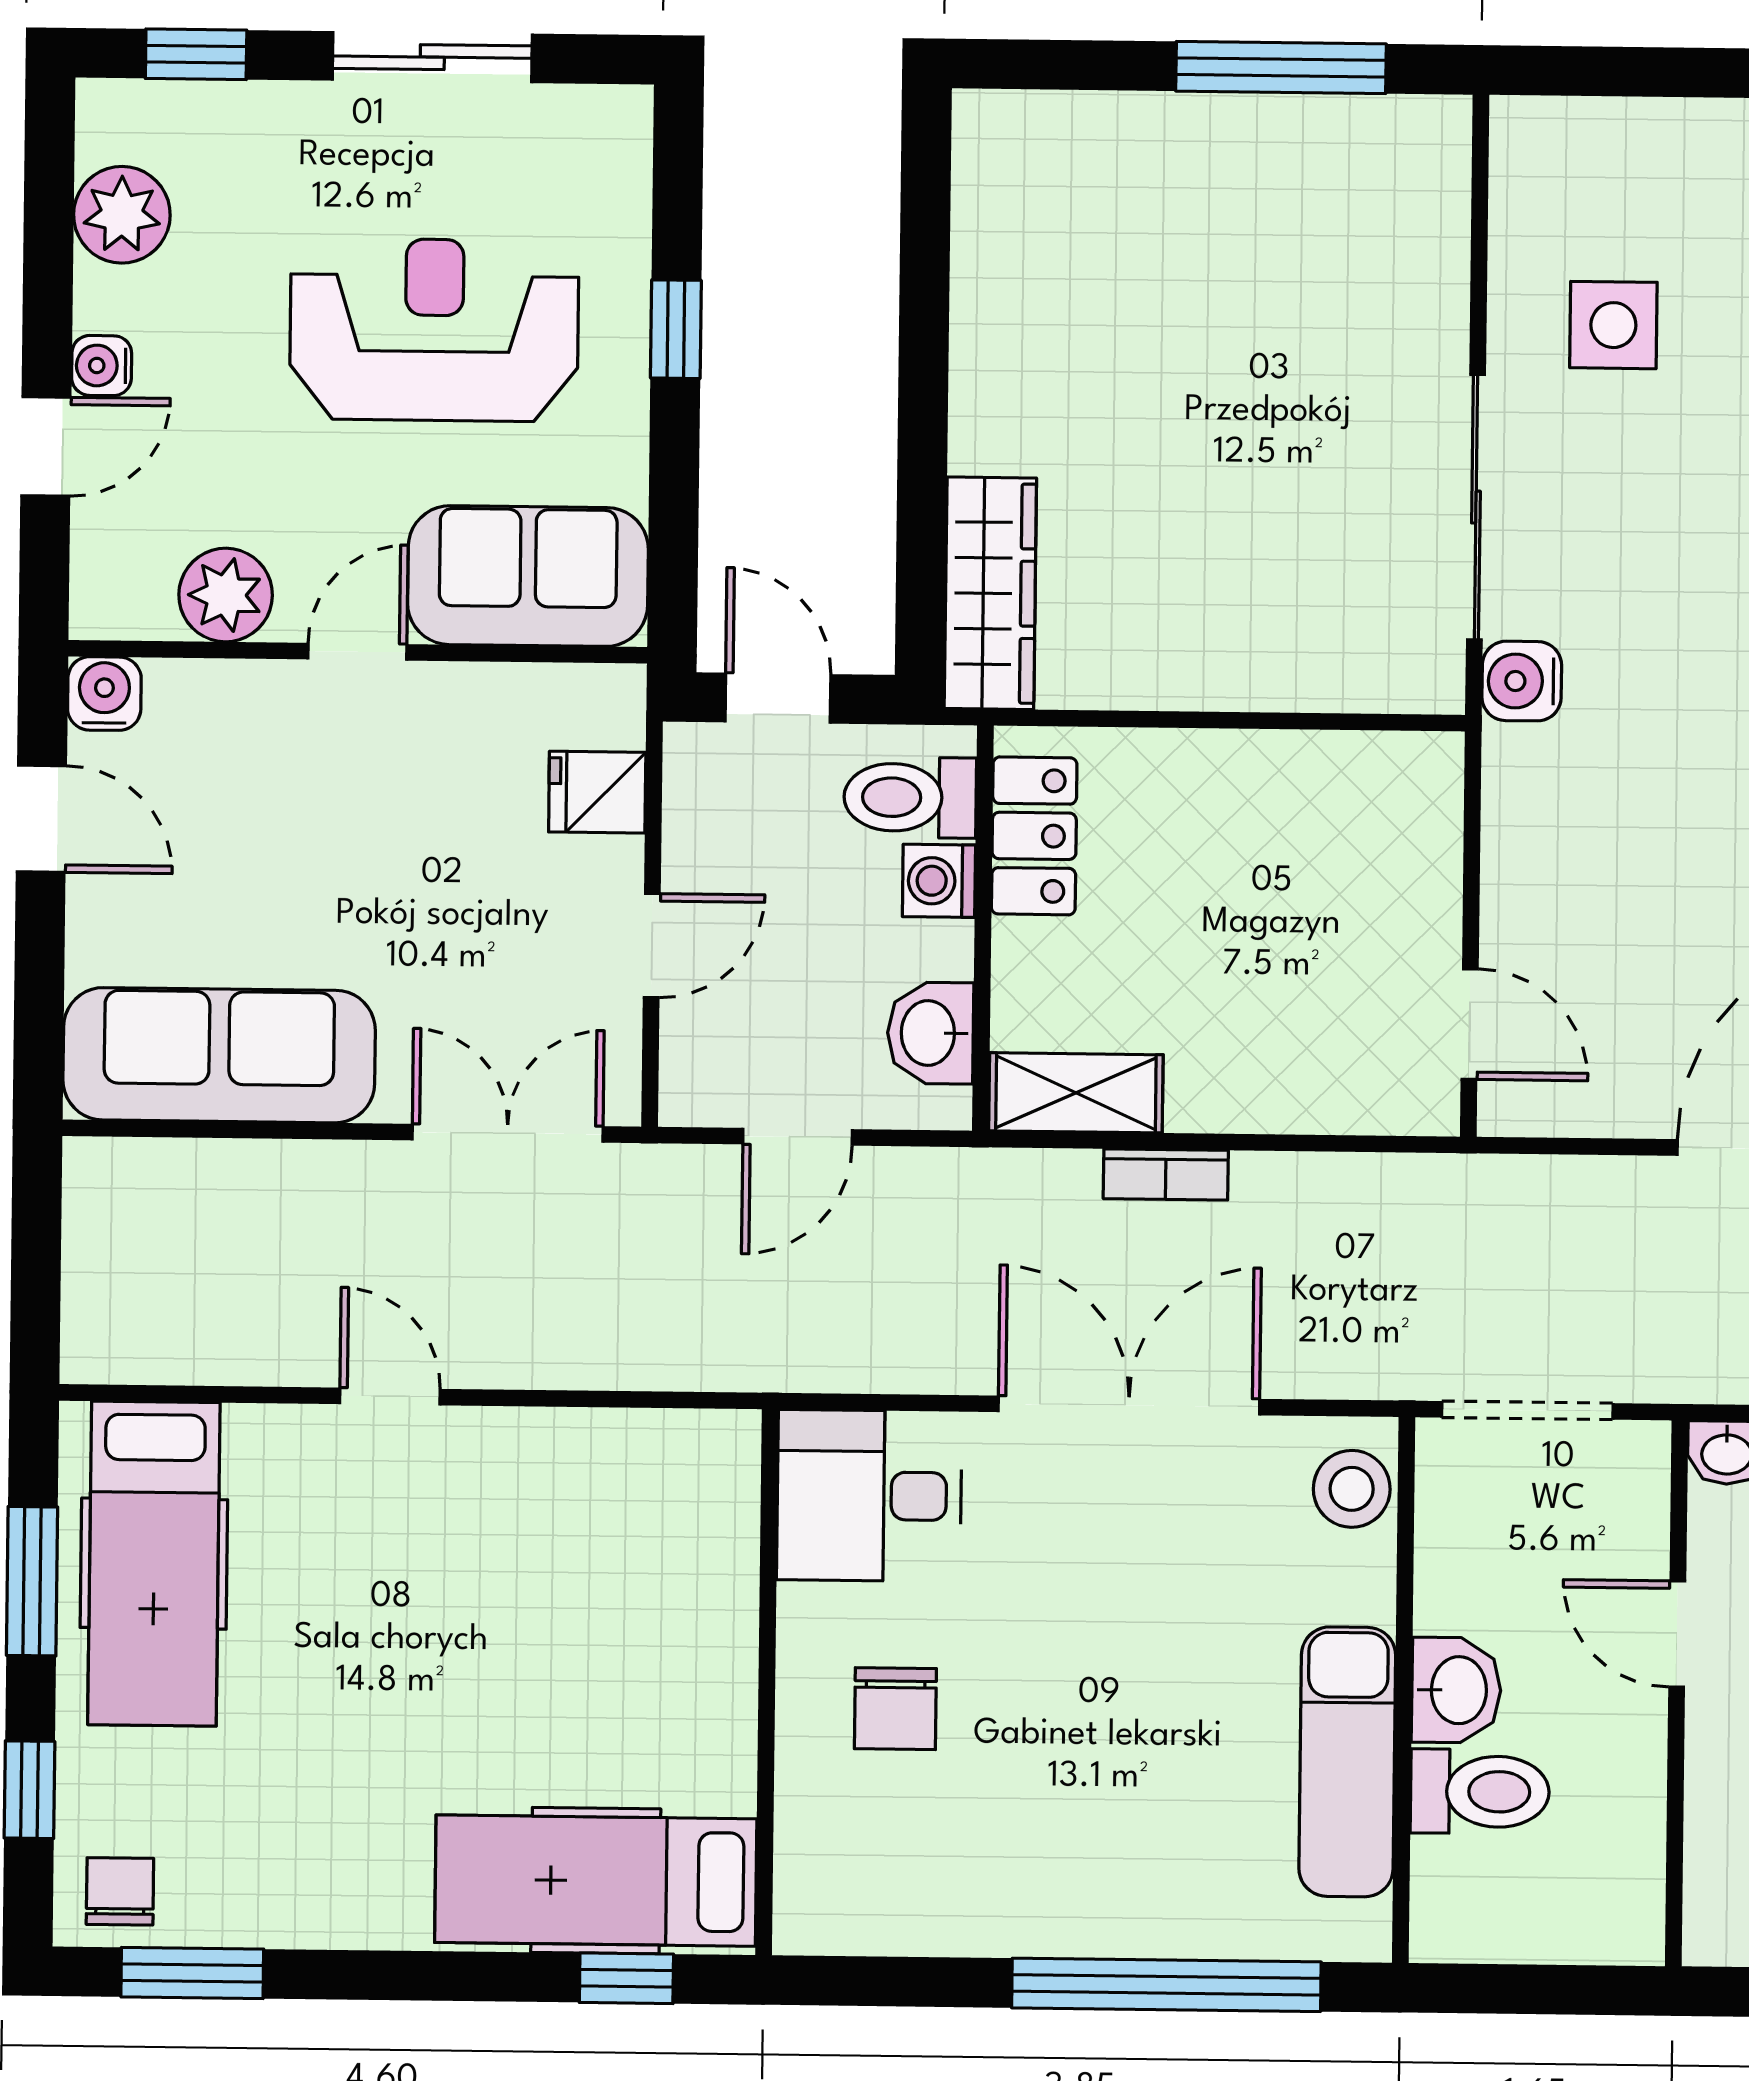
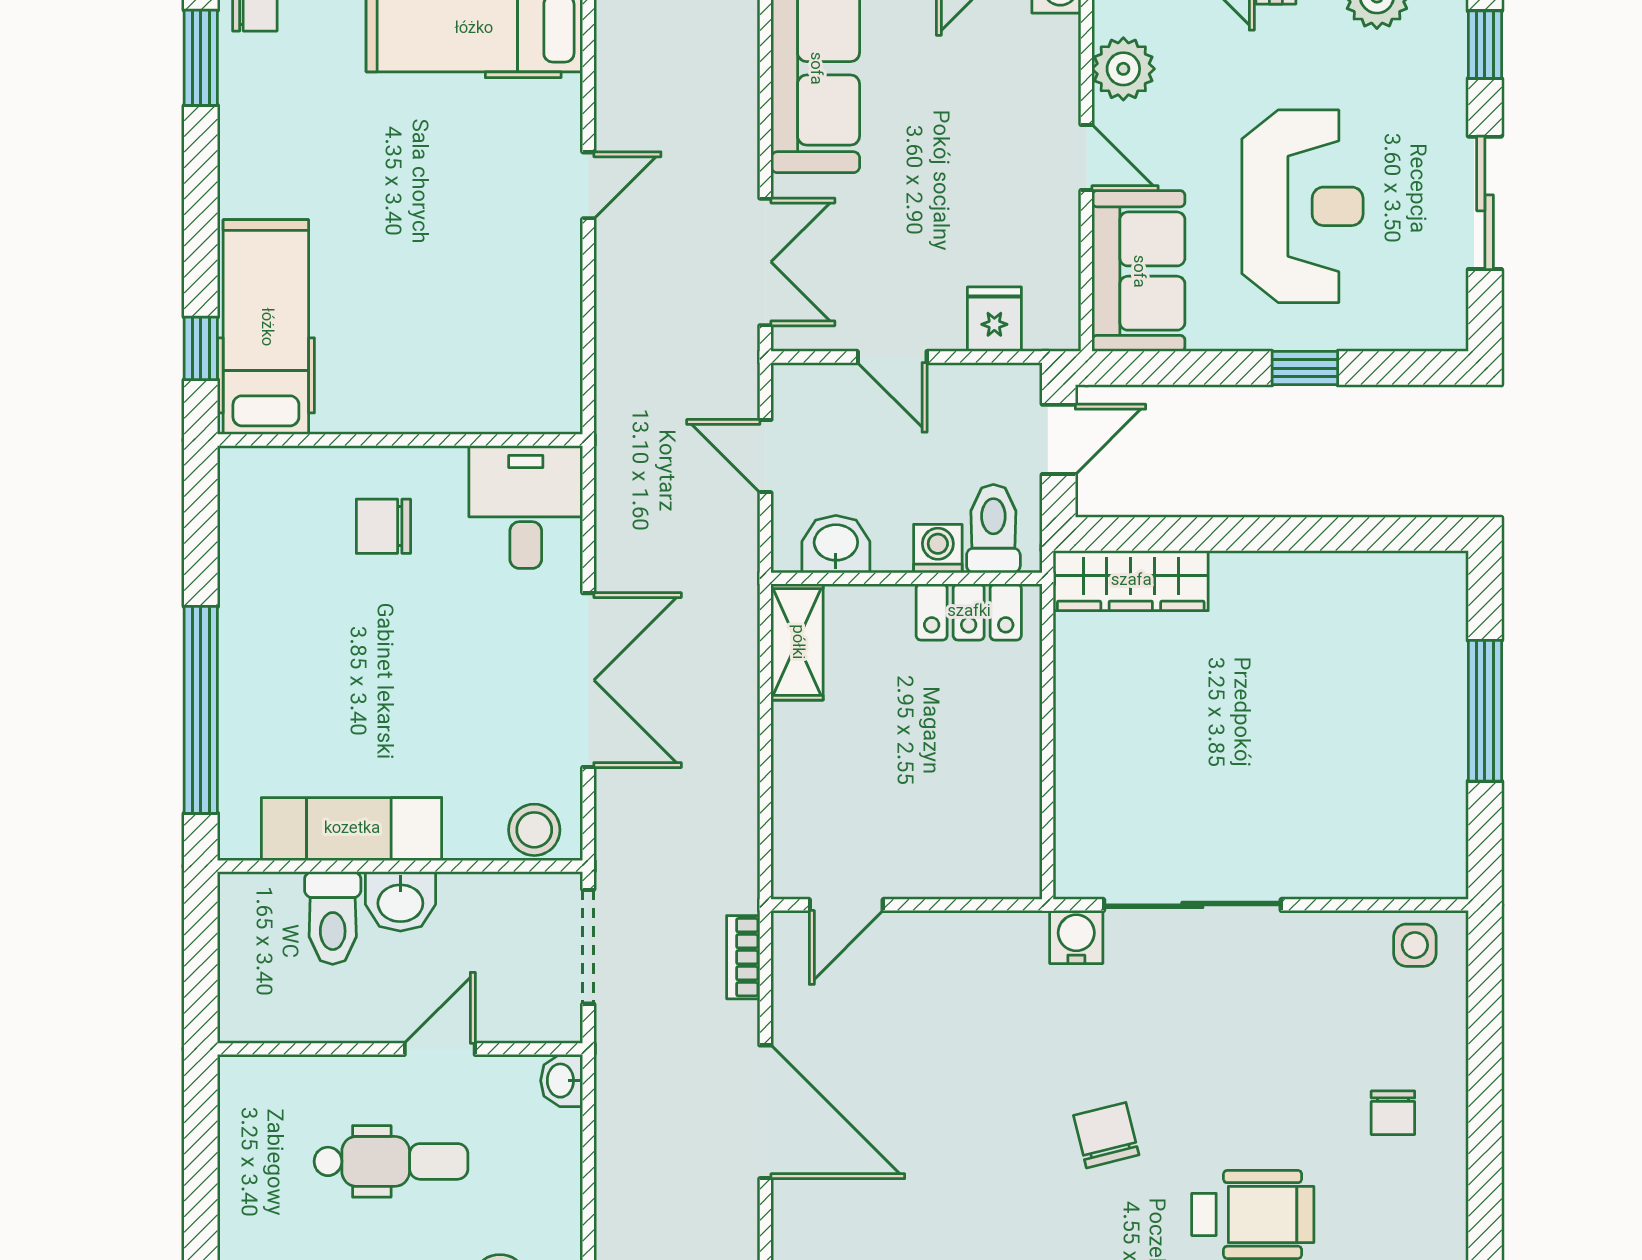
window: (1281, 67) -> (1485, 711), moved
side table: (1613, 325) -> (1415, 945), moved, width x0.73, depth x0.73
bookcase: (1166, 1174) -> (743, 957), moved

